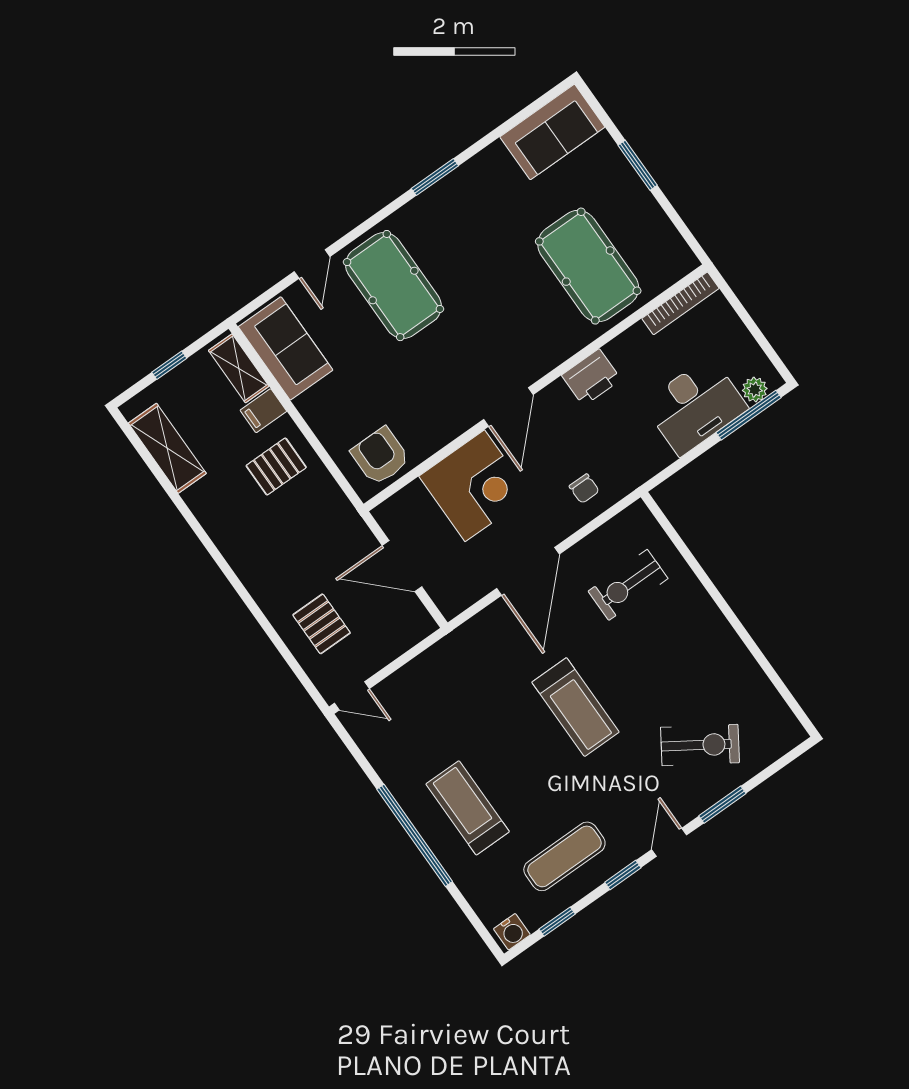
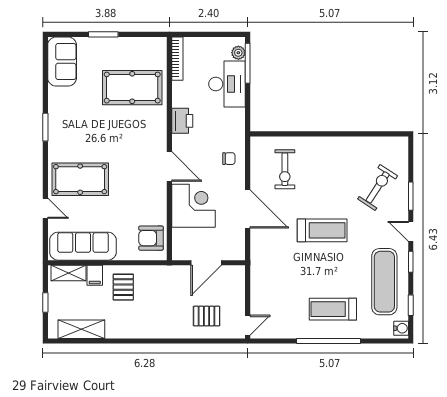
sofa: (286, 348) -> (83, 246), width x1.36
exercise mat: (564, 856) -> (384, 282), width x1.36, depth x1.45

